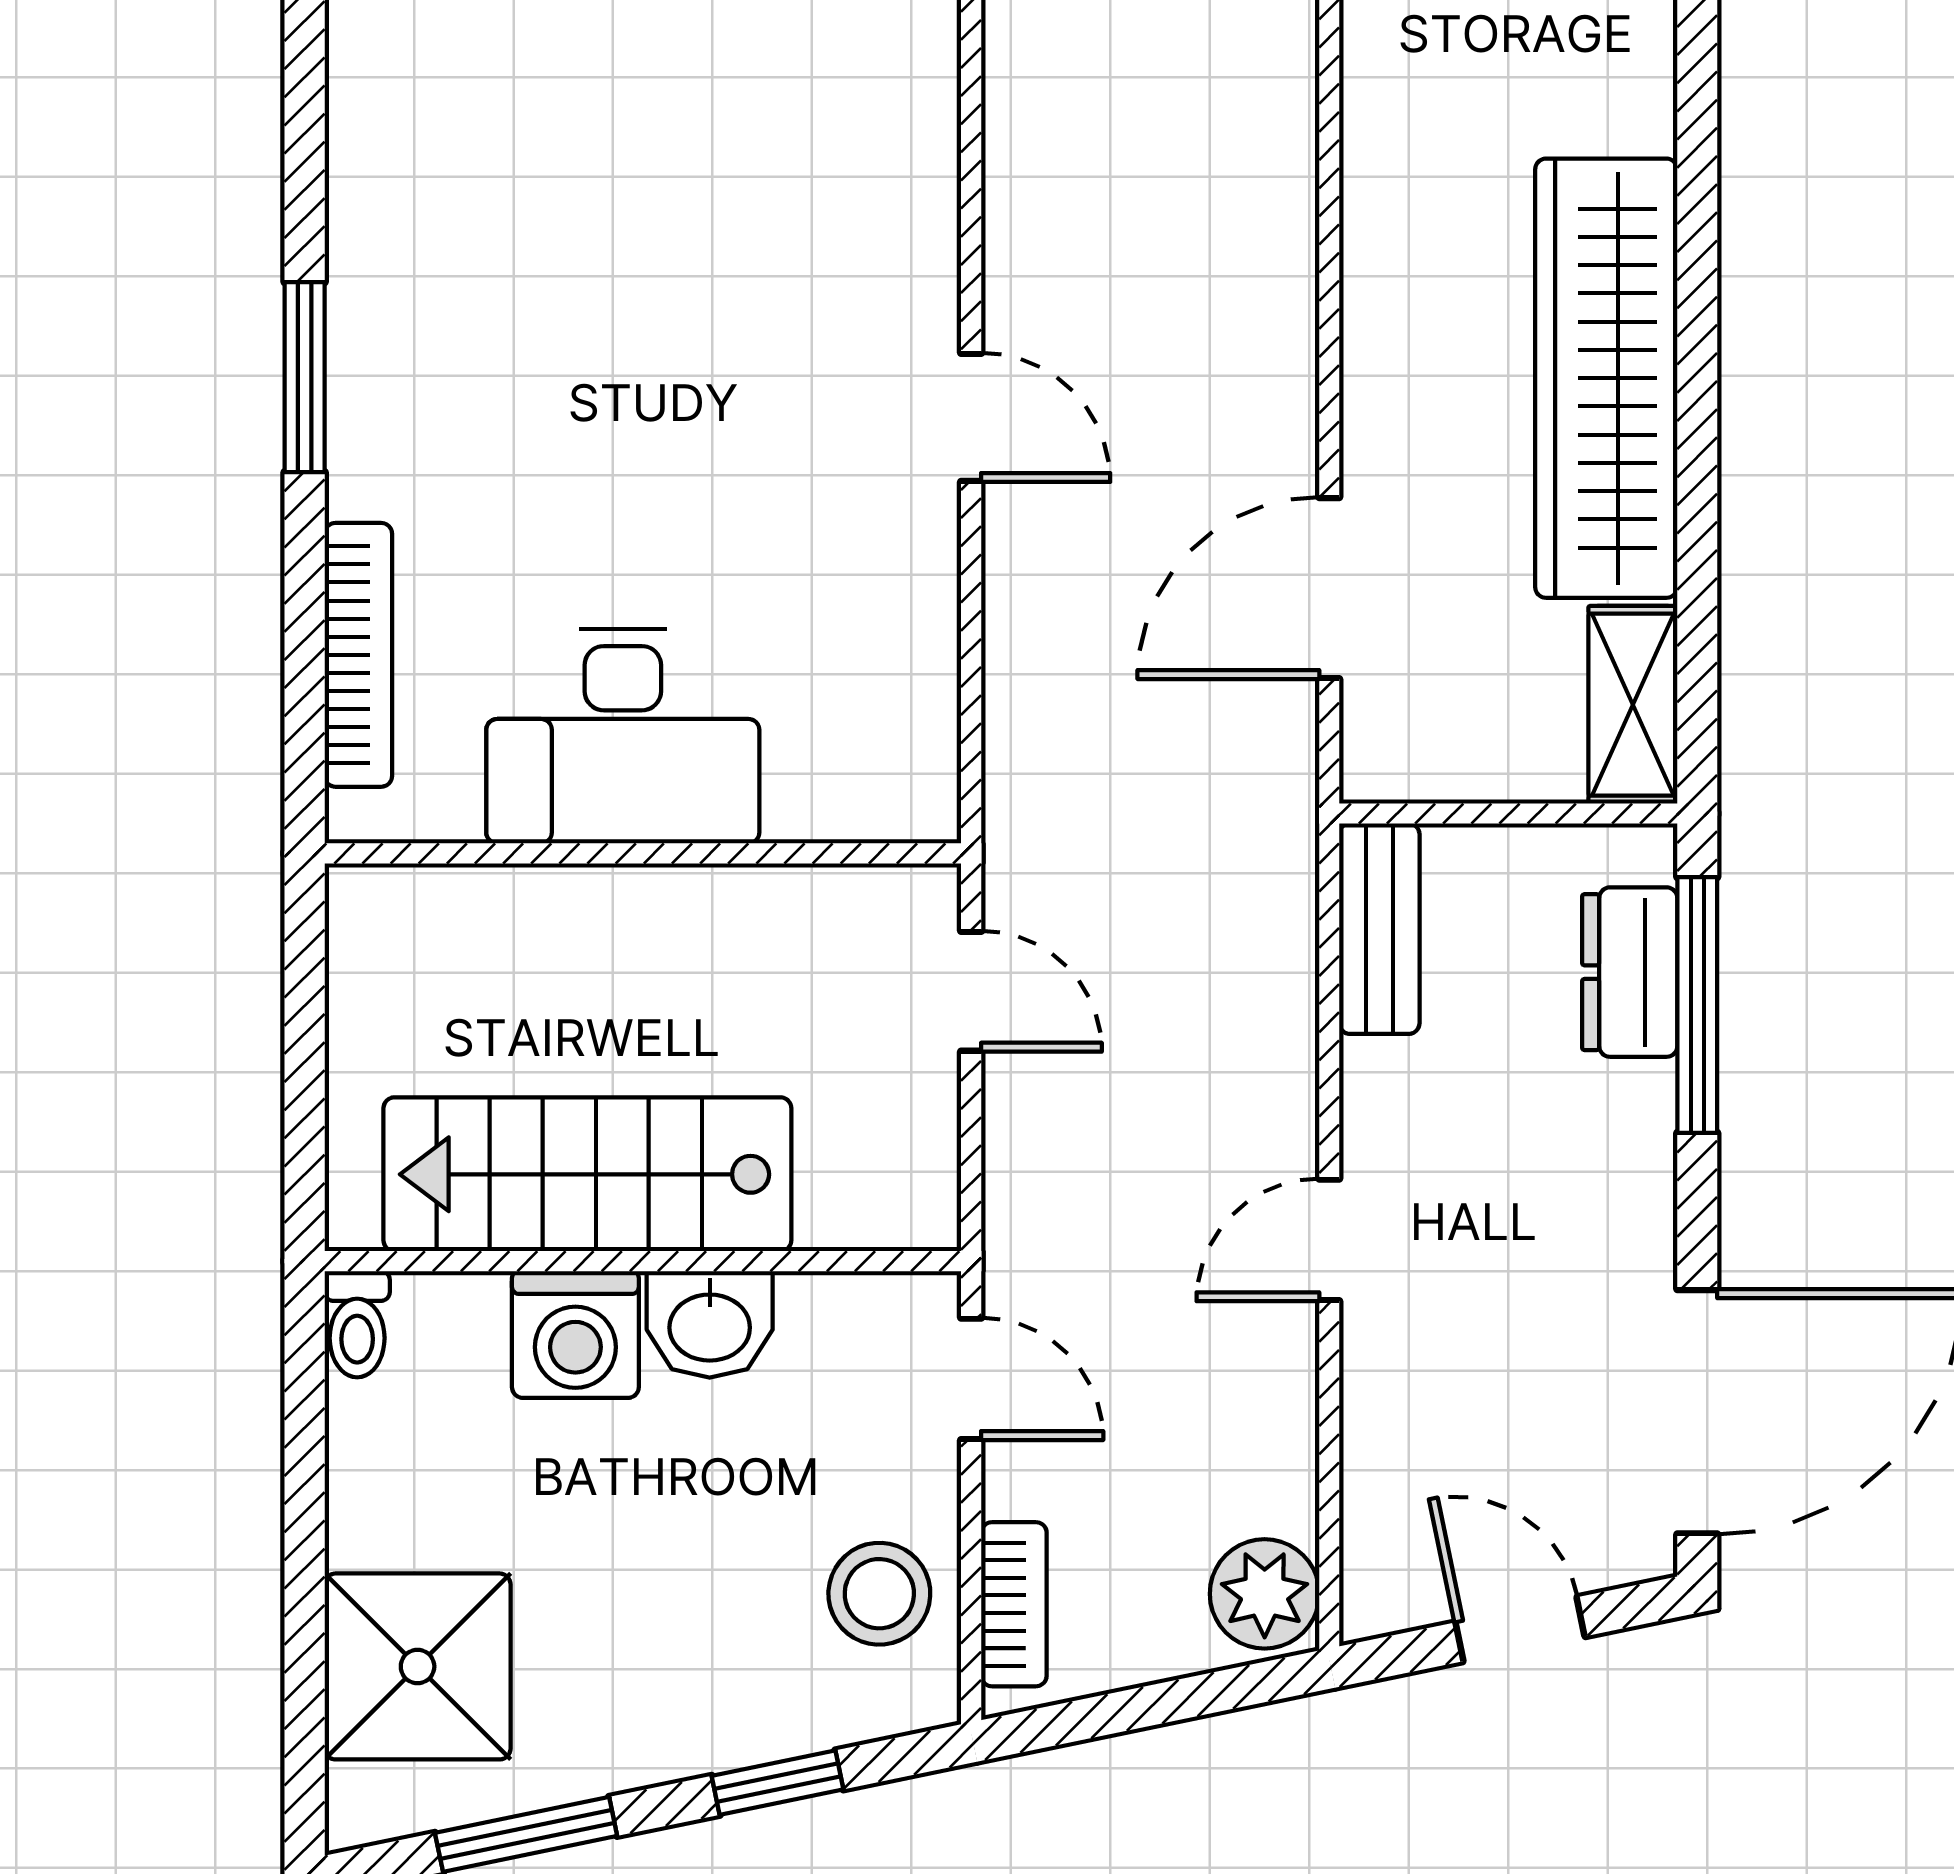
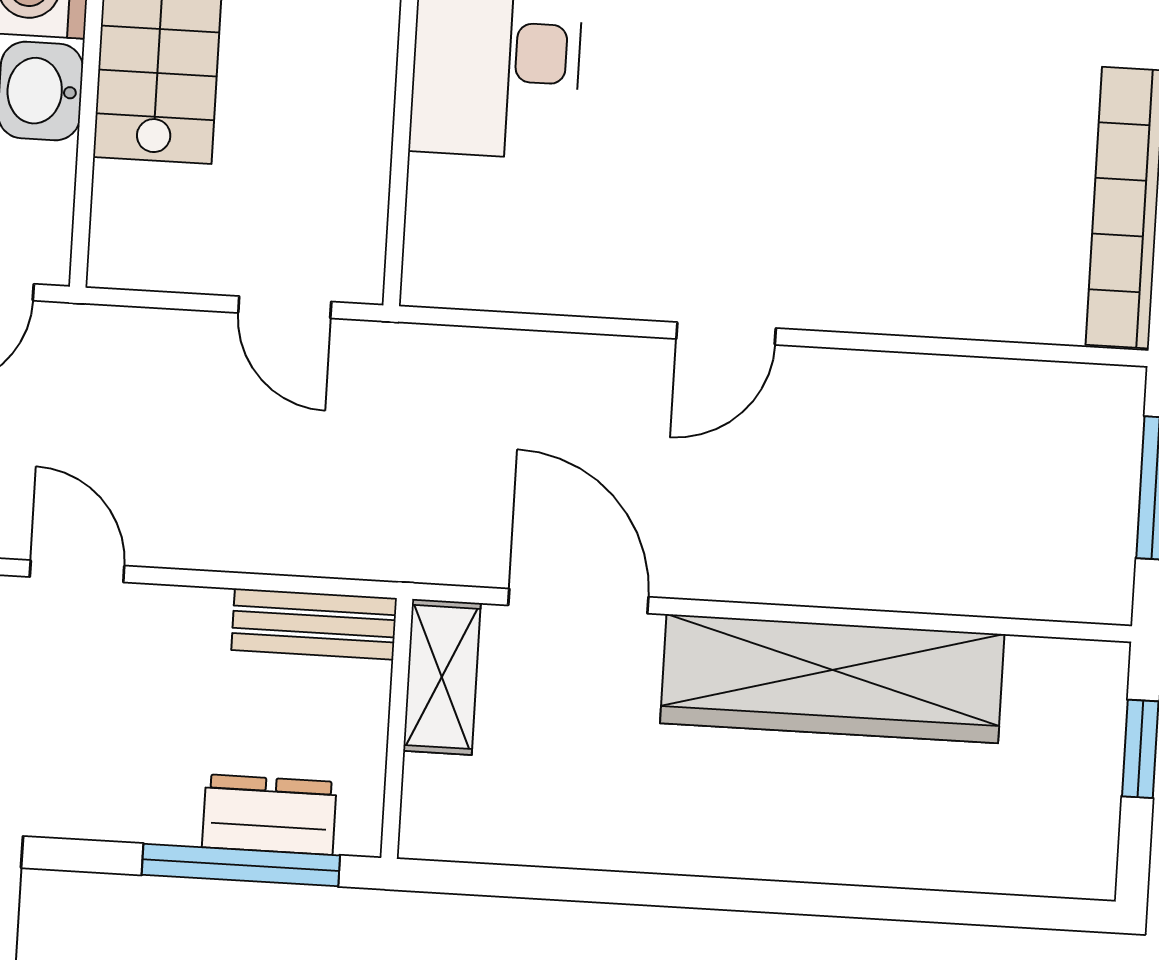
wardrobe: (1606, 378) -> (832, 679), moved, turned 180
shelving: (1633, 705) -> (442, 677), moved, turned 90
door: (971, 991) -> (285, 307), hinge flipped

